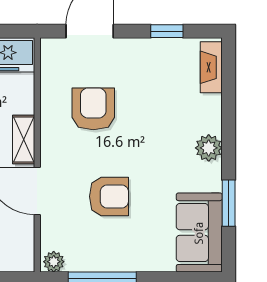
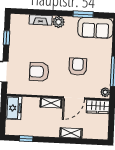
fireplace: (211, 67) -> (41, 20), moved
wardrobe: (20, 246) -> (98, 107), added

